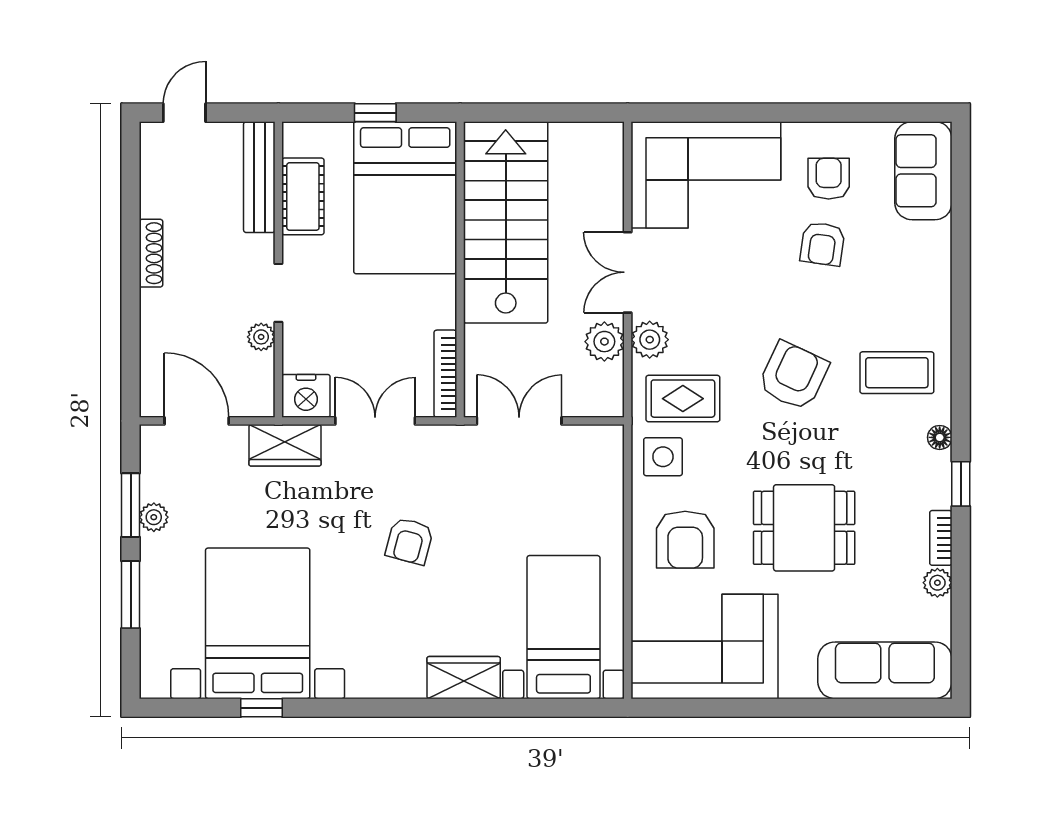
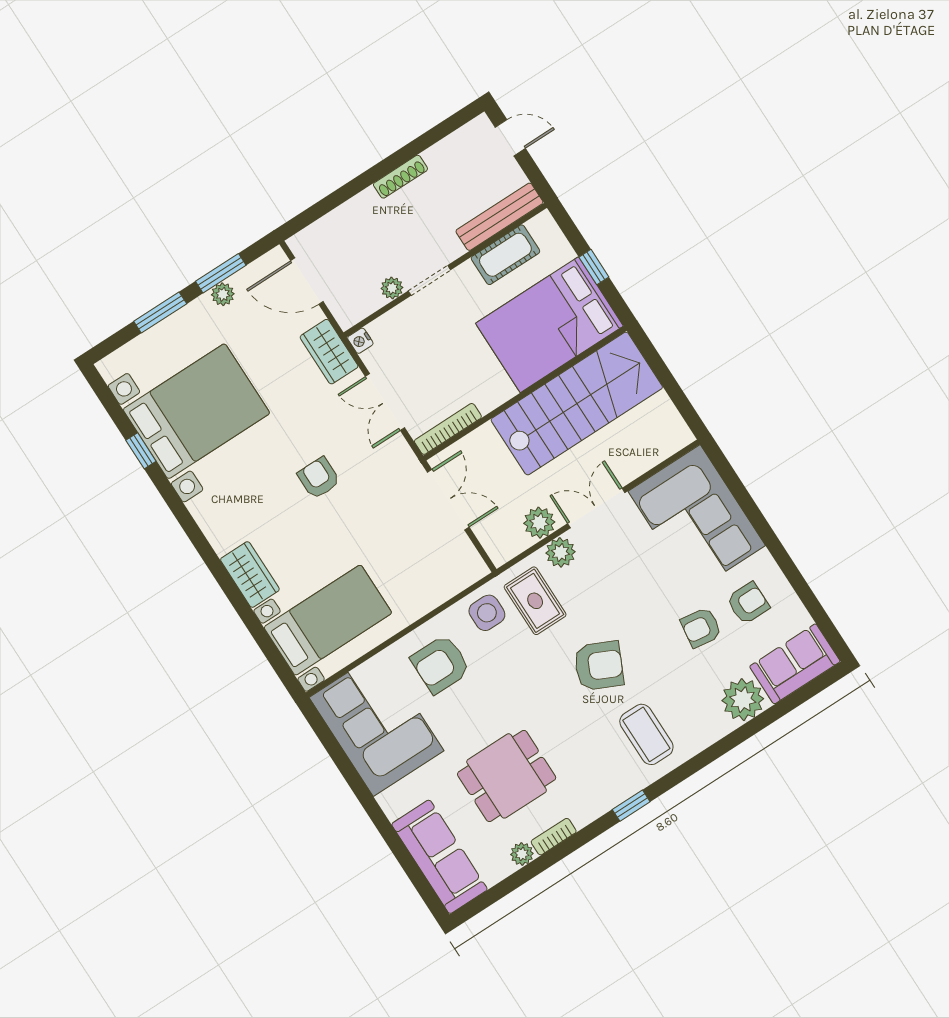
plant: (926, 249) -> (743, 700), added
nightstand: (306, 396) -> (360, 341), width x0.53, depth x0.56
door: (197, 421) -> (307, 281), swing flipped
double door: (375, 421) -> (385, 402), swing flipped
floor lamp: (940, 437) -> (621, 792), removed
window: (961, 484) -> (631, 806), moved
dining table: (804, 528) -> (507, 776), moved, turned 90
armchair: (409, 541) -> (319, 478), turned 75

